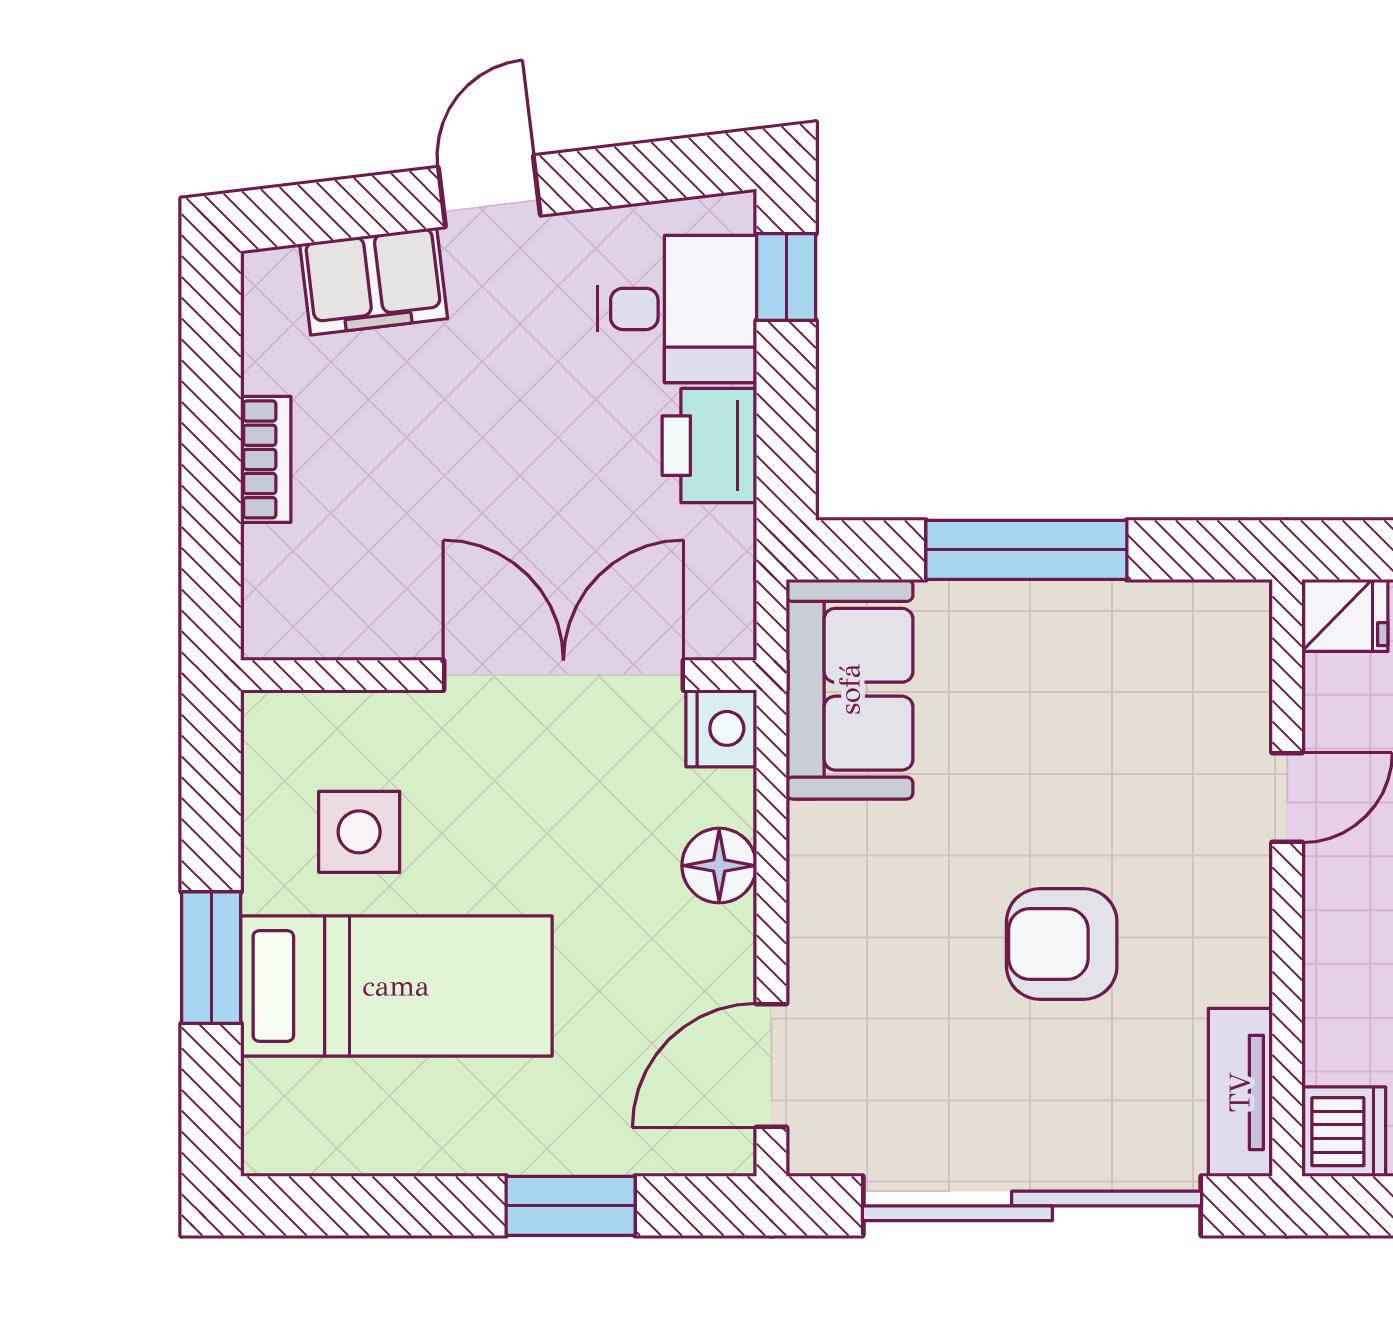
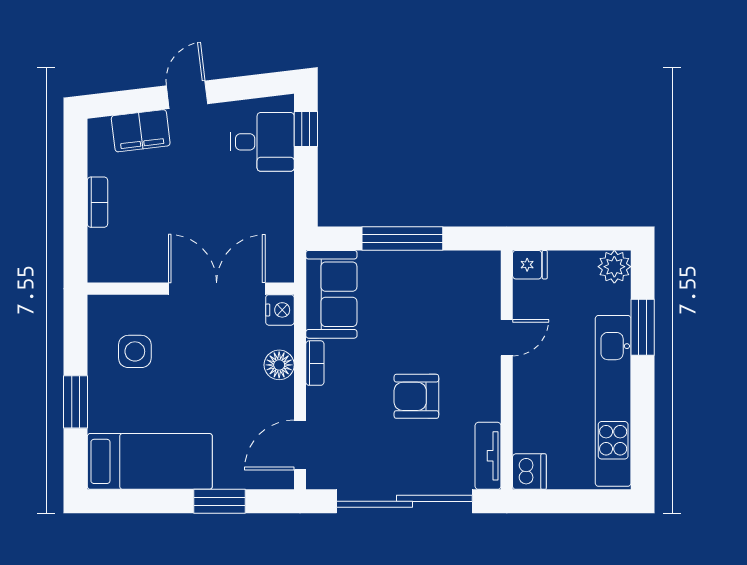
printer: (709, 446) -> (275, 197), removed
bookcase: (808, 861) -> (315, 363), added
bed: (396, 986) -> (150, 461), moved

